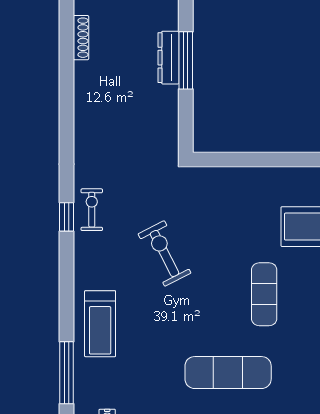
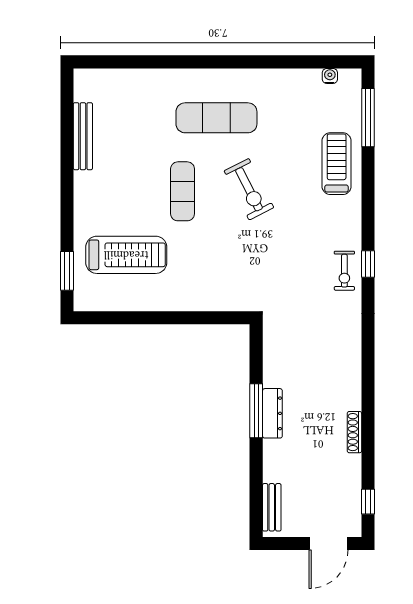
exercise bike: (164, 253) -> (249, 189), moved

